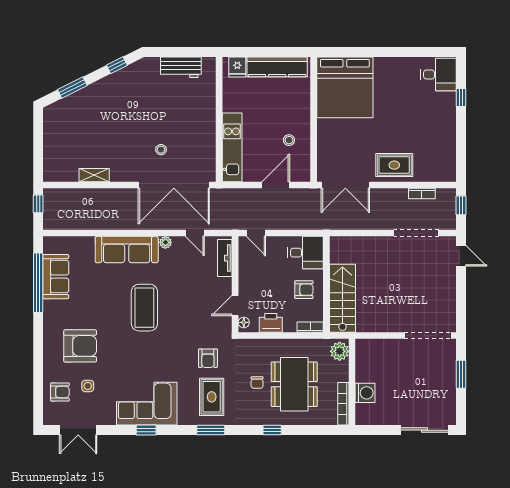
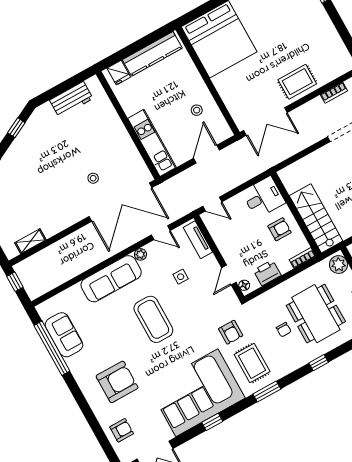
shelving: (94, 175) -> (30, 241), moved
side table: (88, 386) -> (181, 277), moved
corner sofa: (147, 404) -> (197, 393), width x1.36, depth x1.36

